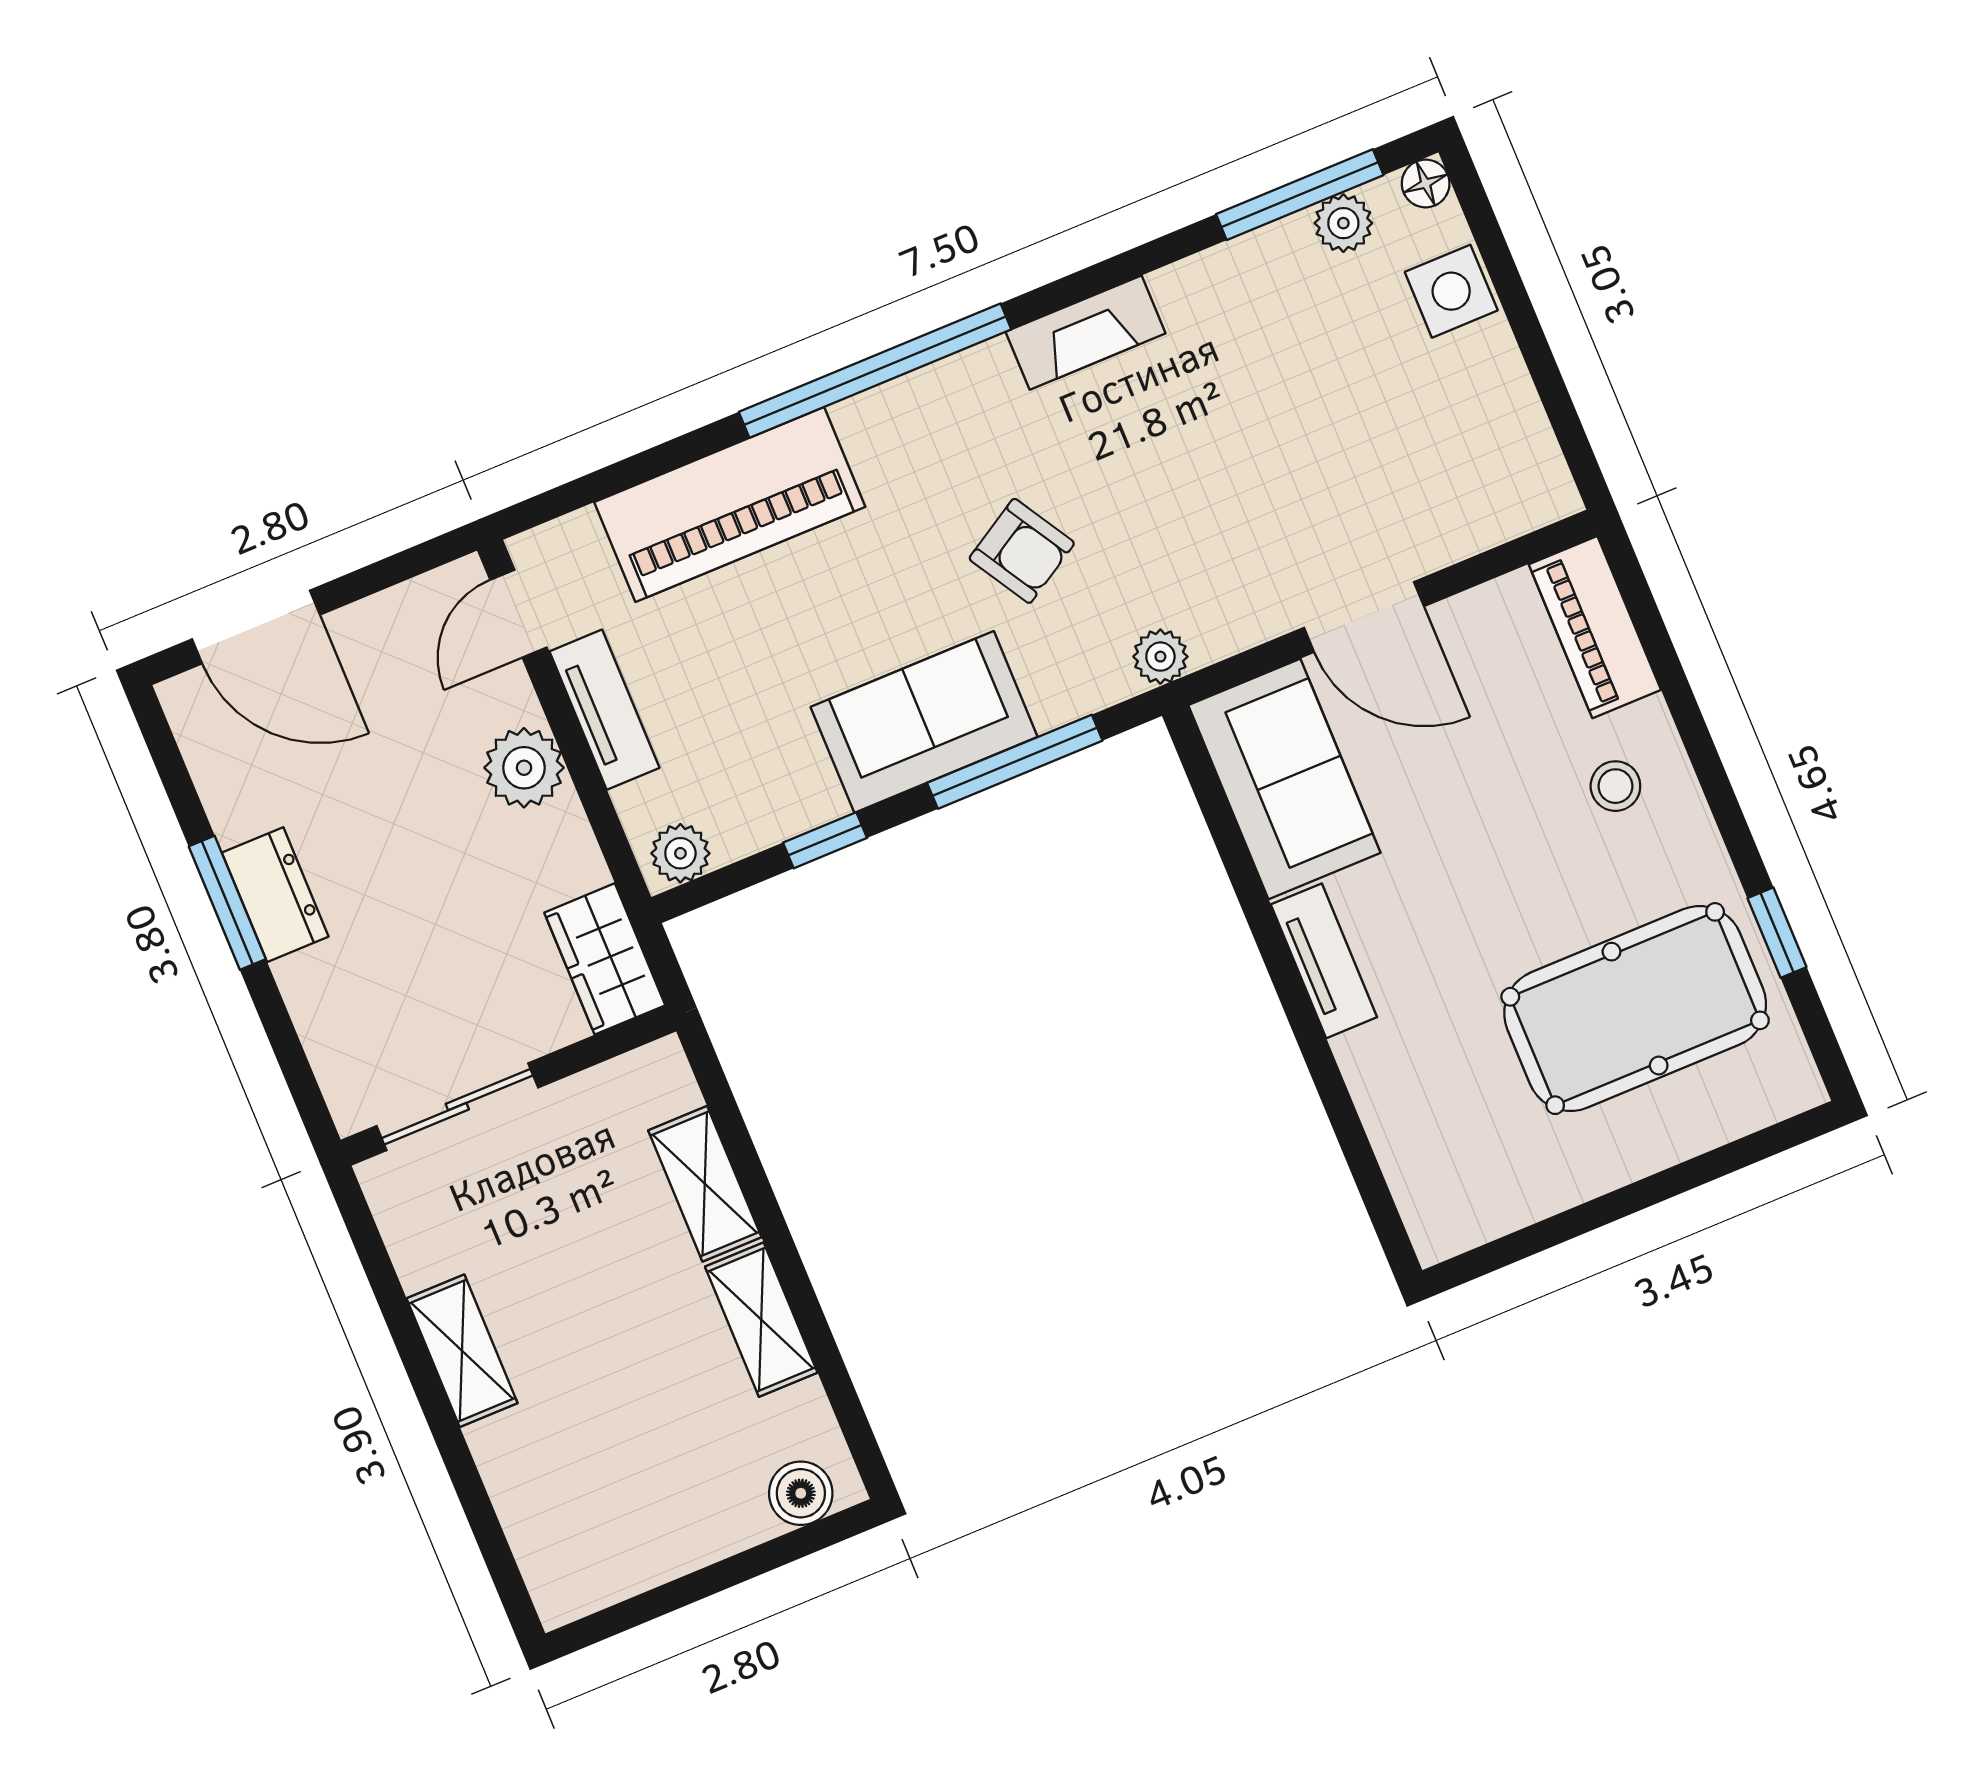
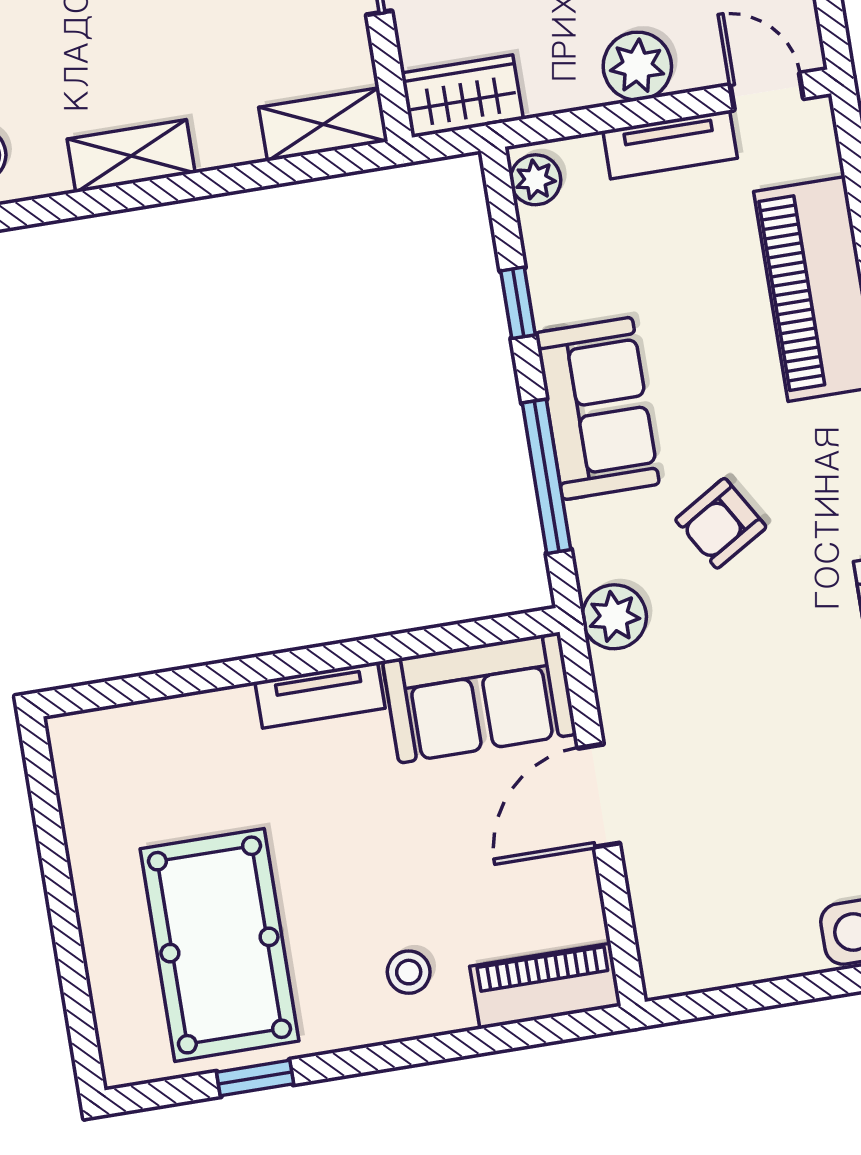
plant: (1160, 657) -> (614, 617), width x1.38, depth x1.38
shelving: (705, 1184) -> (323, 124), moved

